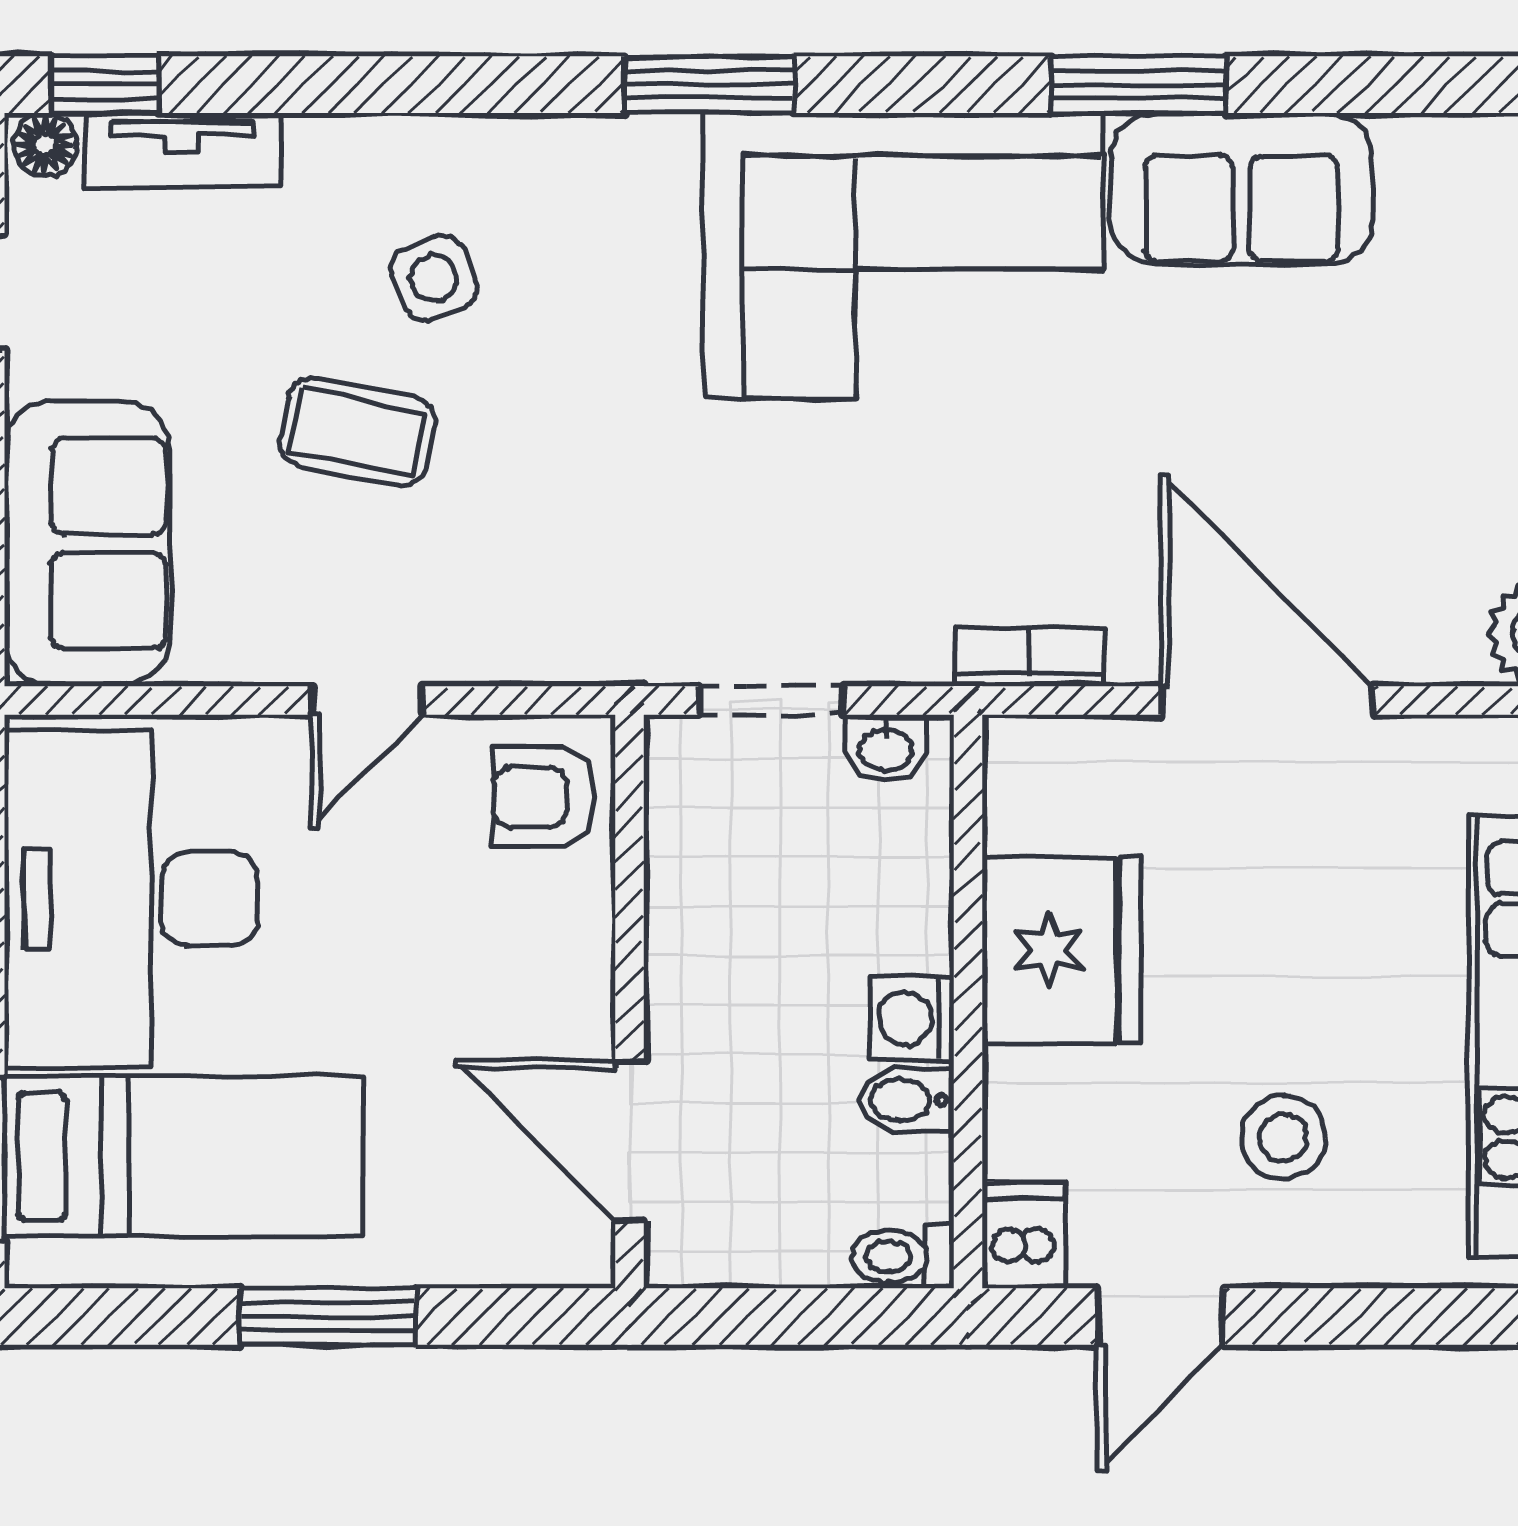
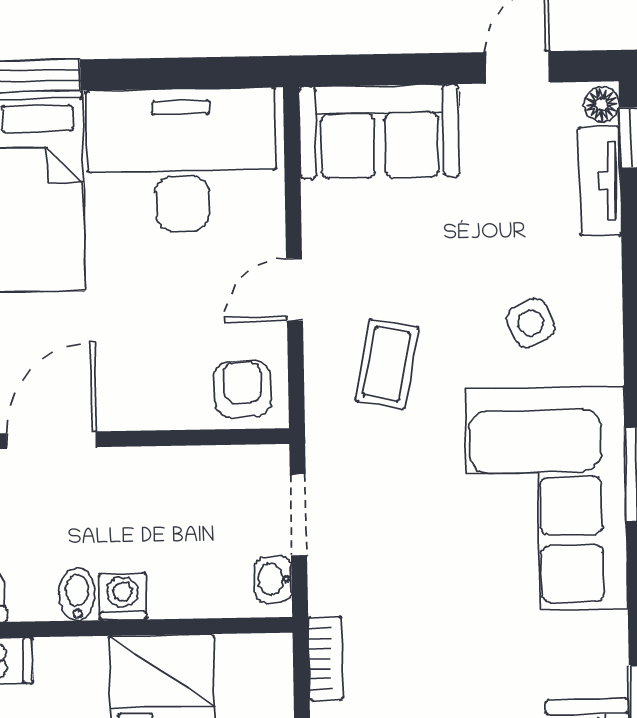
corner sofa: (903, 256) -> (546, 499), moved
coffee table: (357, 432) -> (387, 364), moved
door: (367, 701) -> (294, 289), hinge flipped

